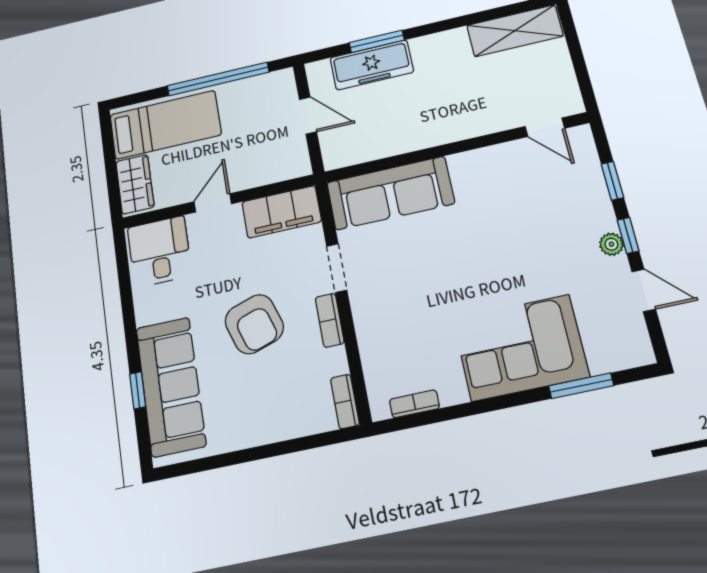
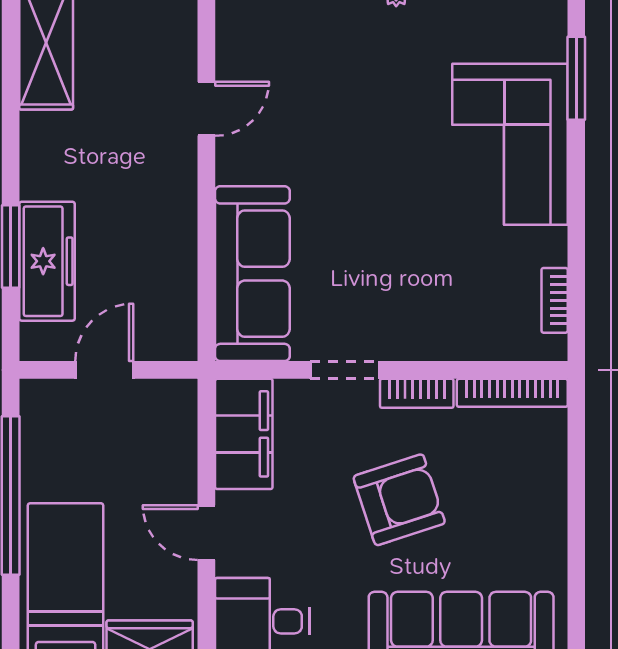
door: (545, 127) -> (206, 109), moved
bookcase: (345, 401) -> (512, 393), width x1.56

